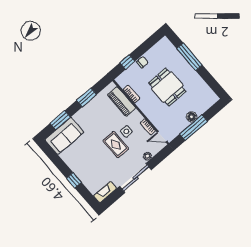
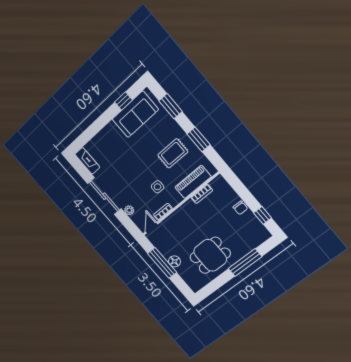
window: (127, 62) -> (263, 215), moved
dining table: (167, 87) -> (210, 255), moved
sofa: (64, 136) -> (135, 114), moved, turned -90
rug: (116, 145) -> (173, 153), moved
window: (74, 180) -> (123, 101), moved

